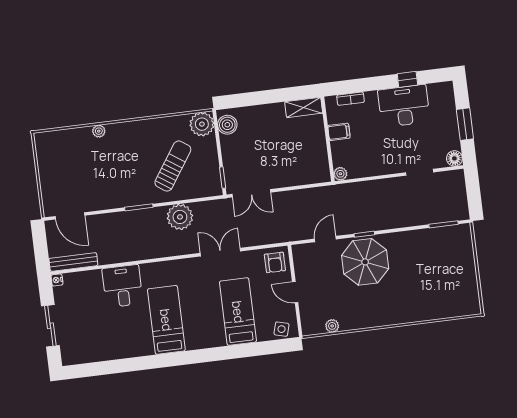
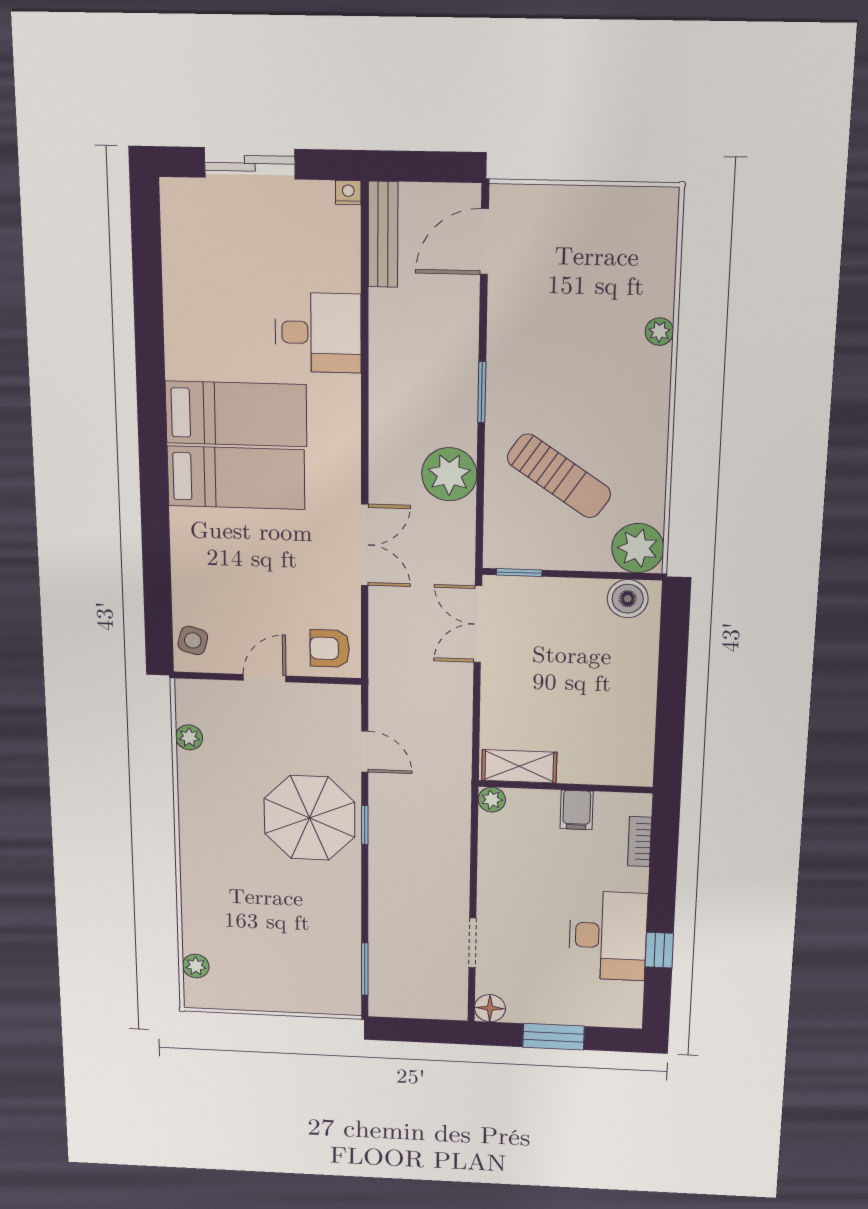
shelving: (304, 107) -> (519, 766), moved, turned 90
plant: (457, 310) -> (196, 966), added
bed: (238, 312) -> (236, 478), moved

